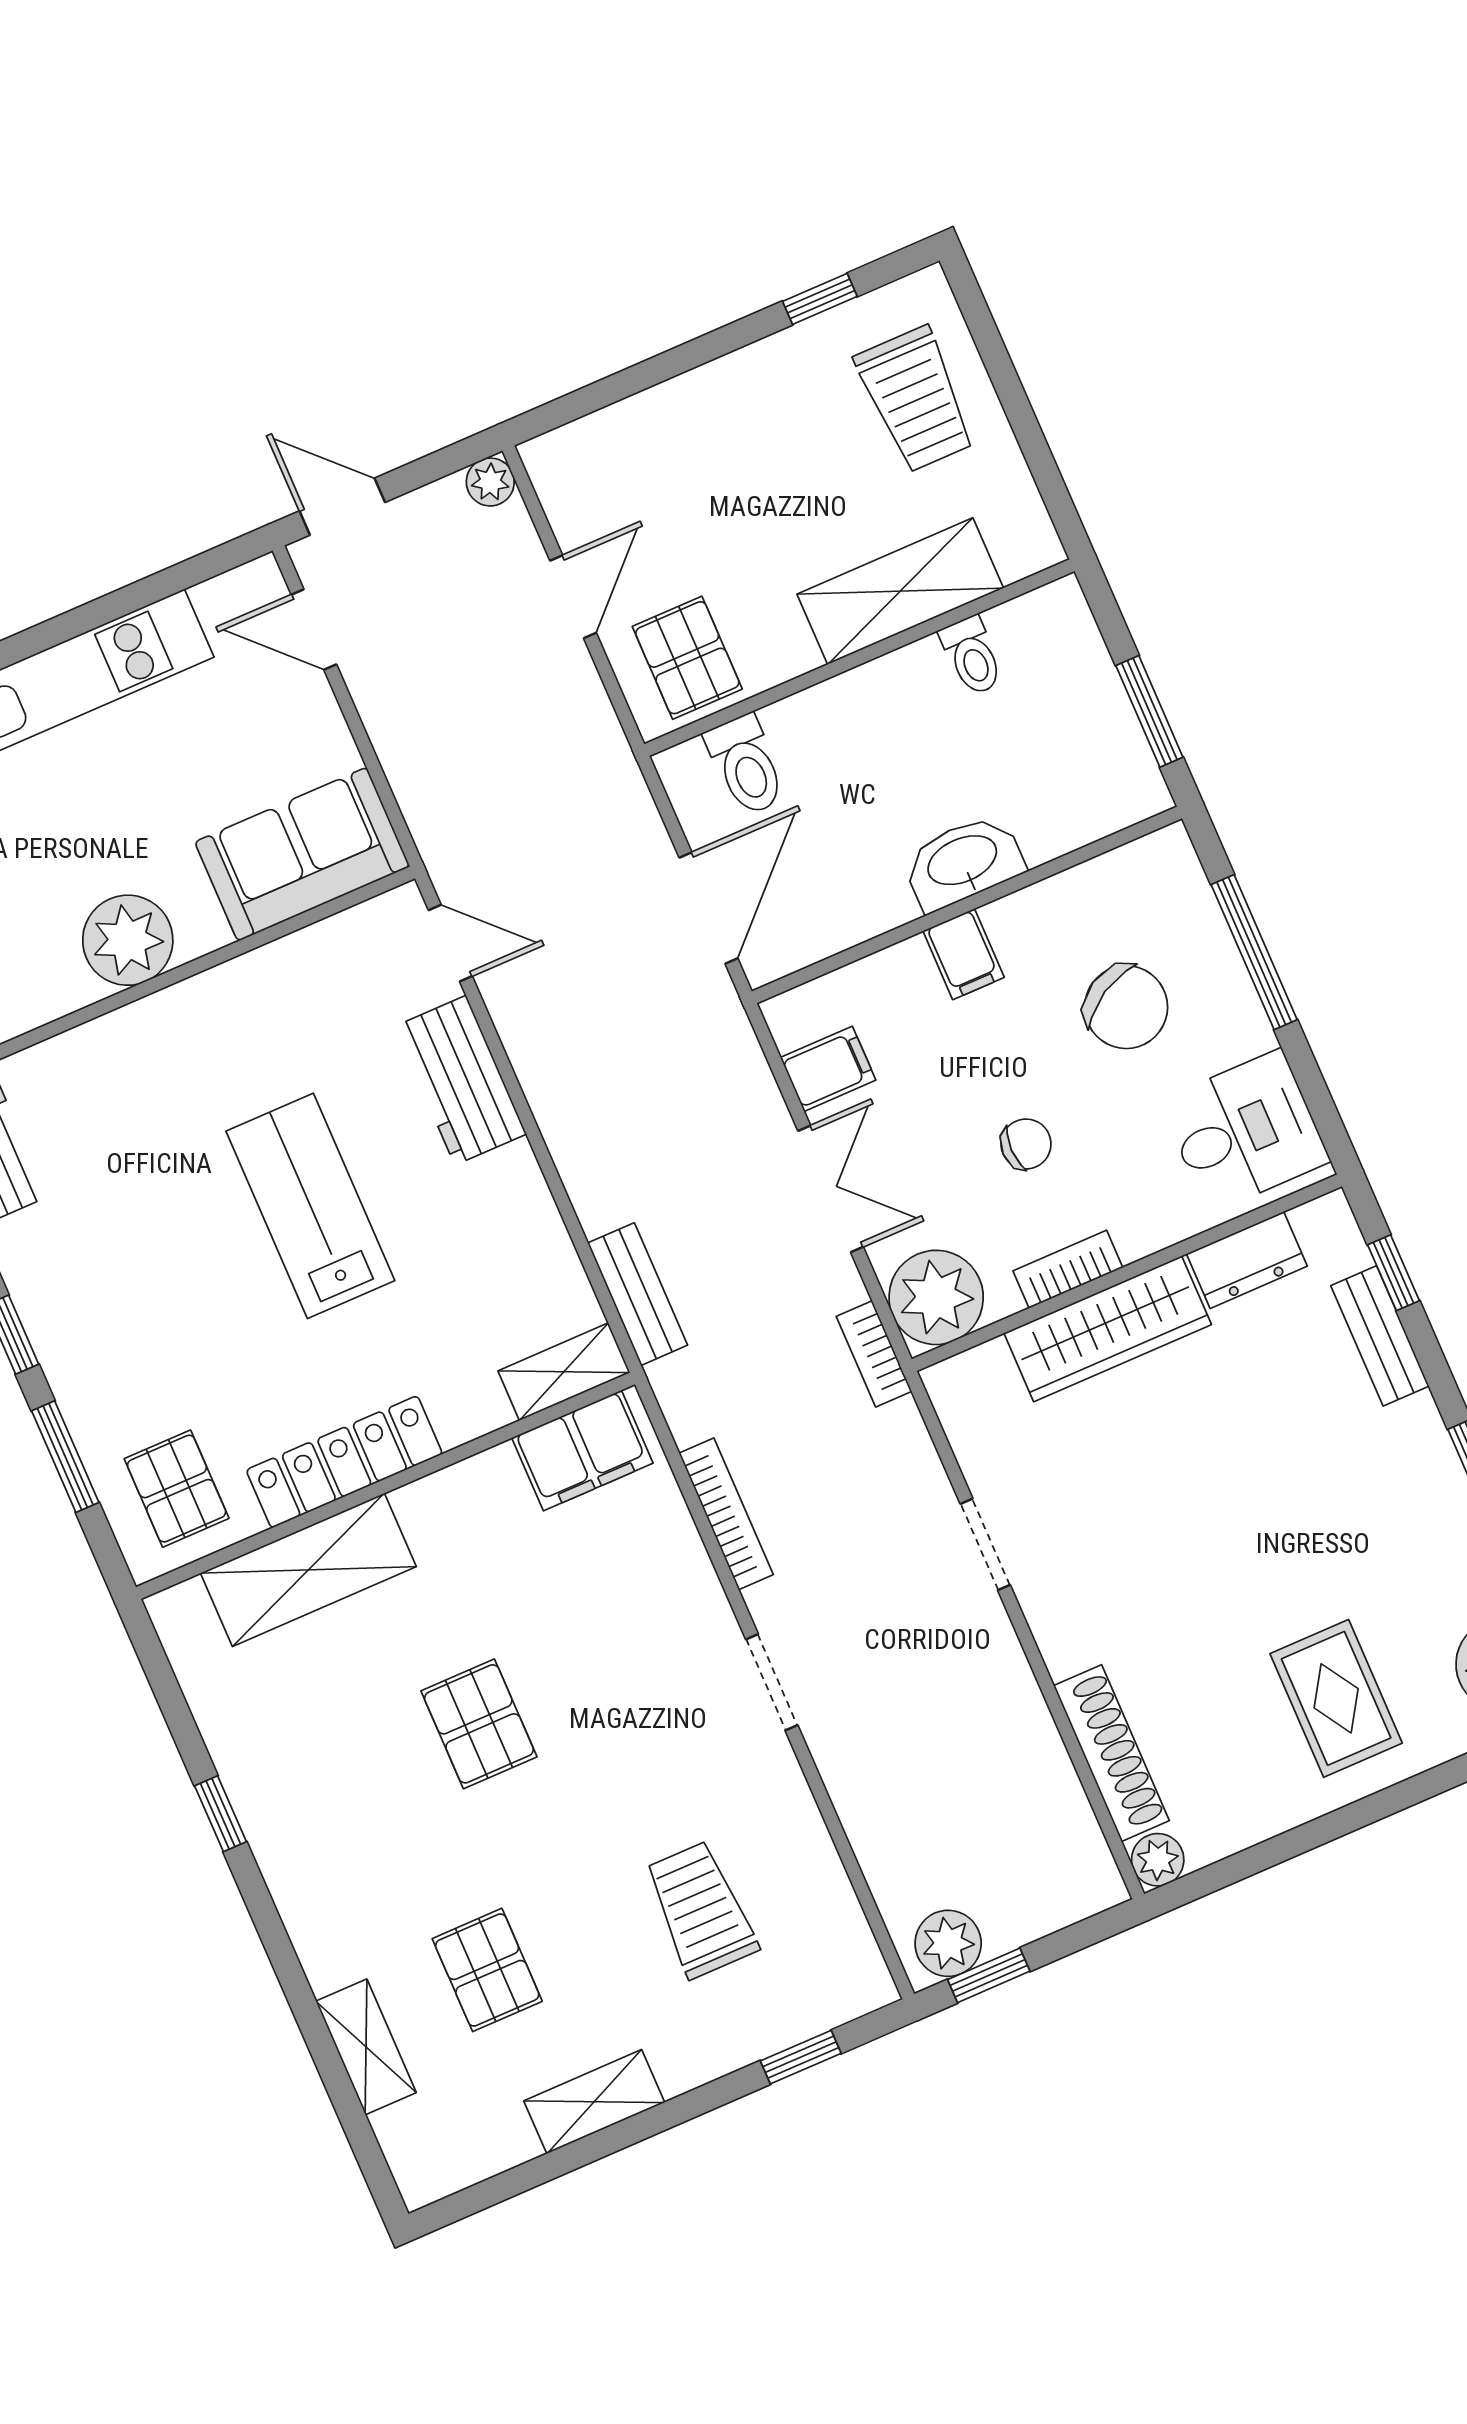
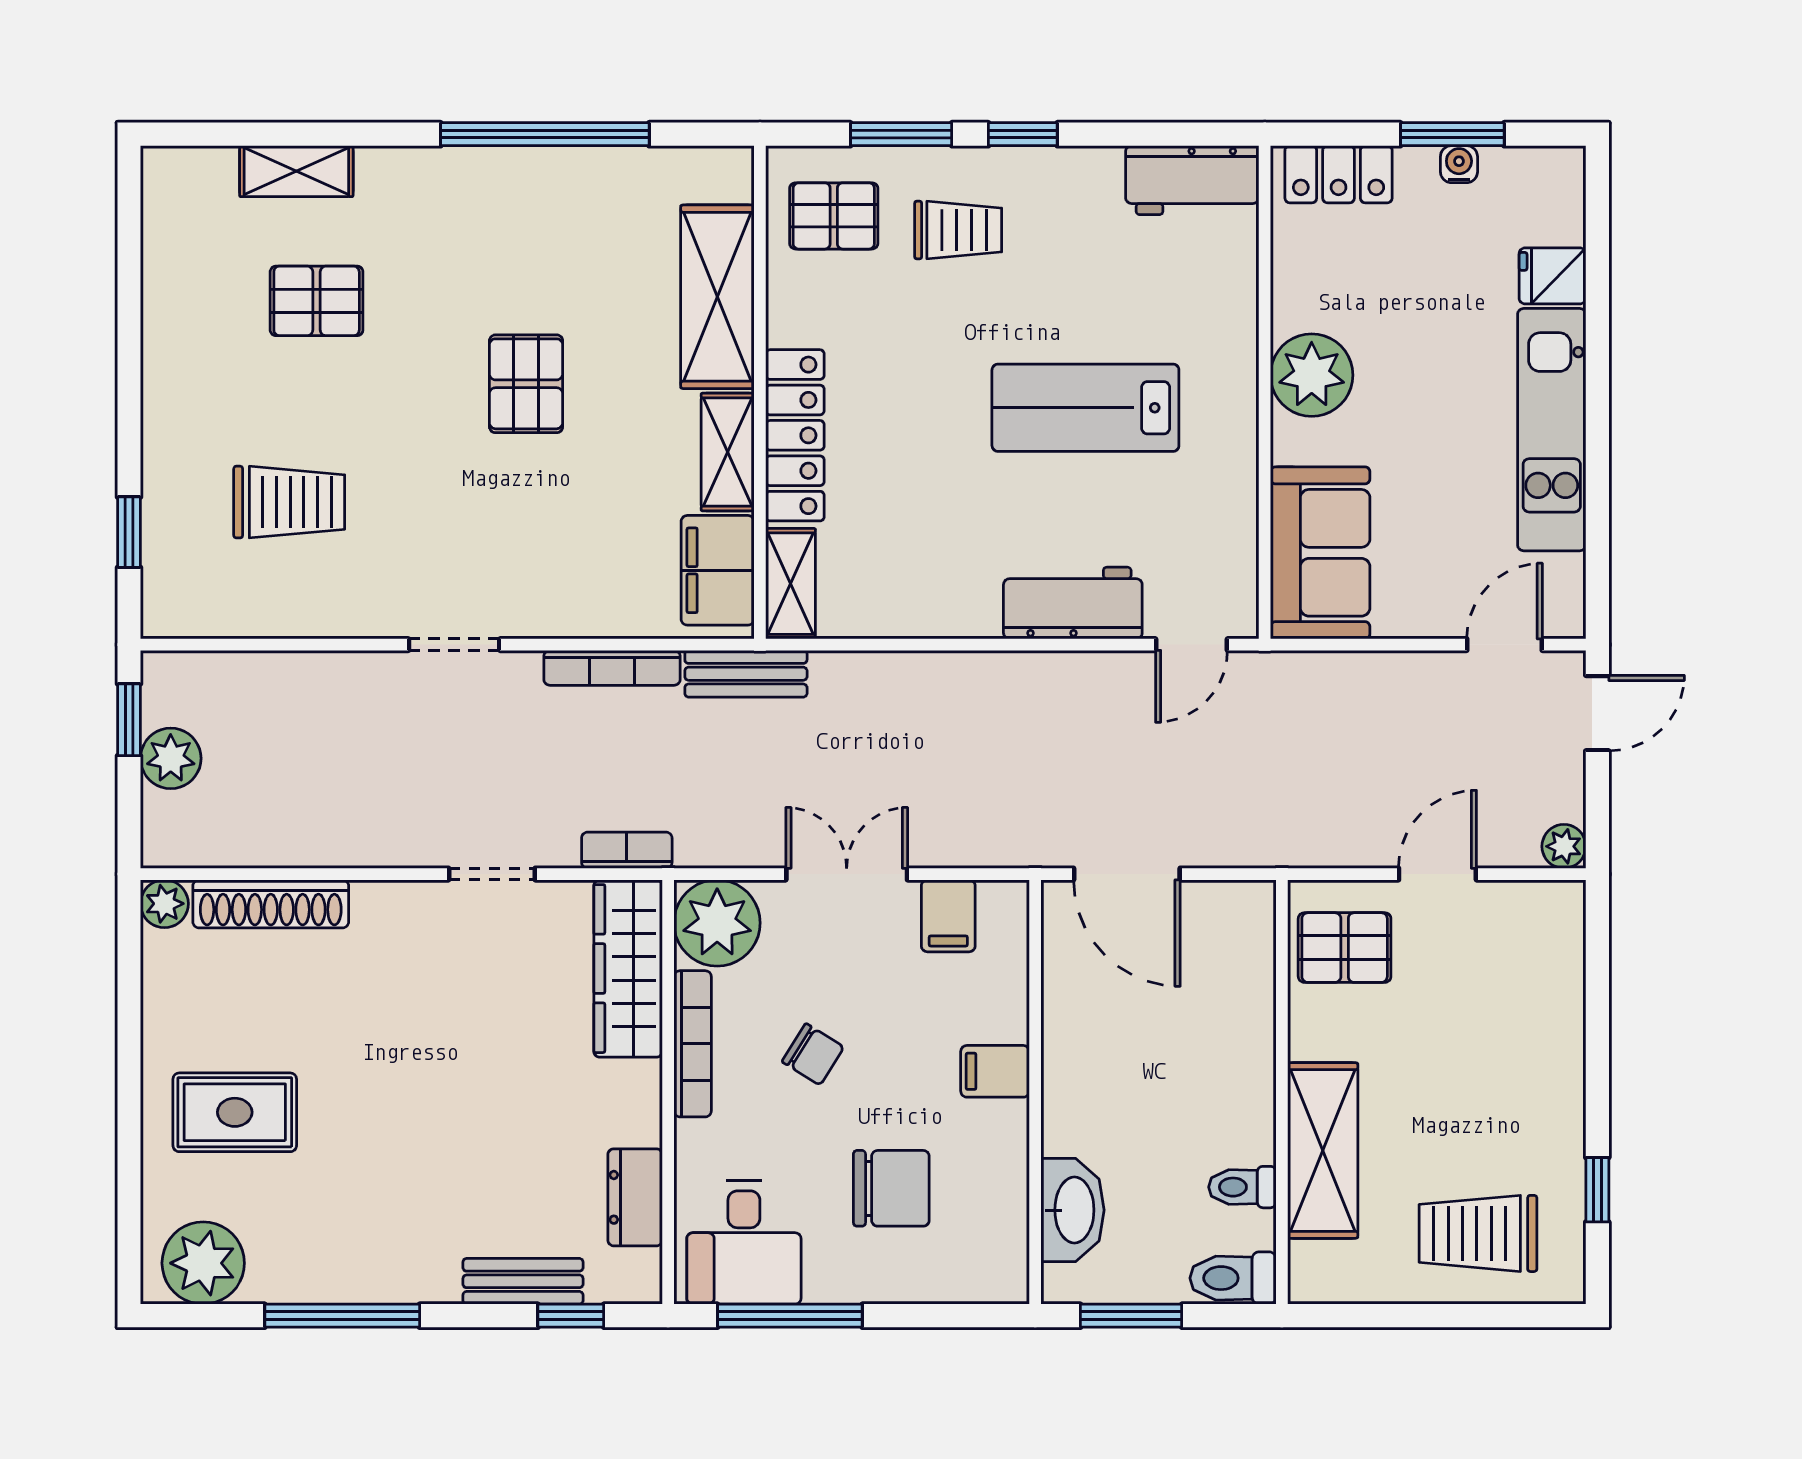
door: (573, 597) -> (1437, 874), swing flipped
toilet: (746, 765) -> (1233, 1278), moved
washbasin: (963, 862) -> (1073, 1210), moved
window: (1254, 952) -> (790, 1316), moved
chair: (1126, 1007) -> (891, 1188), turned -150
chair: (1026, 1144) -> (813, 1054), turned -58
double door: (831, 1189) -> (847, 874), swing flipped
lab bench: (310, 1206) -> (1085, 408), moved, turned 180
bookcase: (1068, 1269) -> (693, 1044), width x1.56
bench: (638, 1294) -> (746, 674), moved
wardrobe: (1108, 1329) -> (628, 969), moved
bookcase: (874, 1354) -> (627, 850), moved
trolley: (136, 1358) -> (958, 230), added
locker: (344, 1462) -> (795, 435), moved
pallet: (479, 1724) -> (526, 384), turned 90
window: (220, 1814) -> (545, 134), width x3.17
plant: (948, 1943) -> (171, 758), moved
shelving: (594, 2102) -> (728, 452), moved

